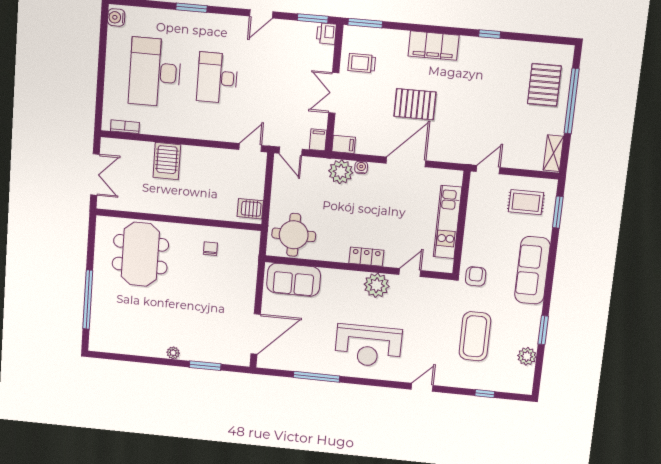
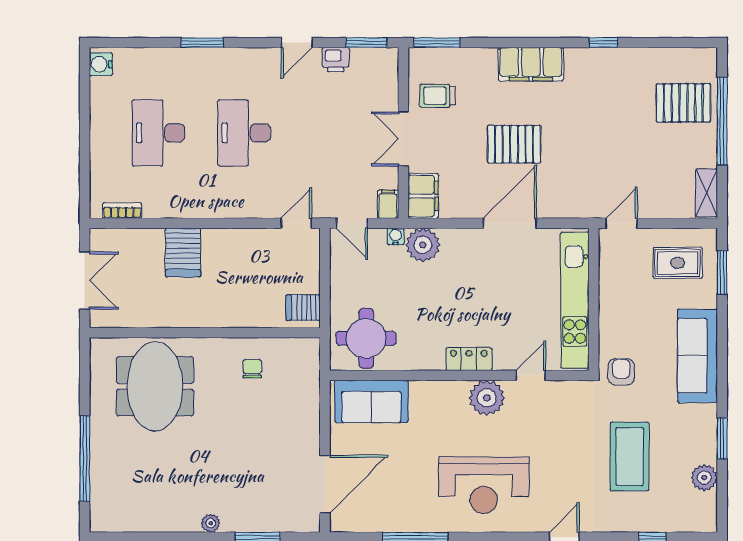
printer: (326, 34) -> (336, 60), moved, turned -90
desk: (155, 72) -> (158, 133), width x0.73, depth x0.77
pallet: (544, 85) -> (683, 103), turned 90
filing cabinet: (344, 144) -> (423, 196), width x2.00
water cooler: (361, 167) -> (396, 236), moved
kitchen unit: (448, 222) -> (575, 300), width x1.36

